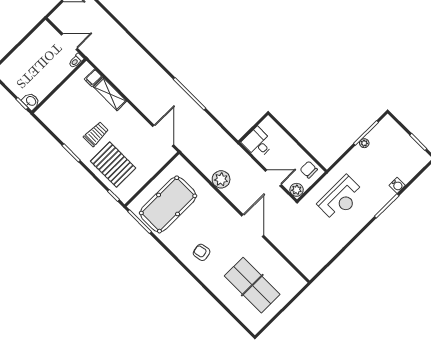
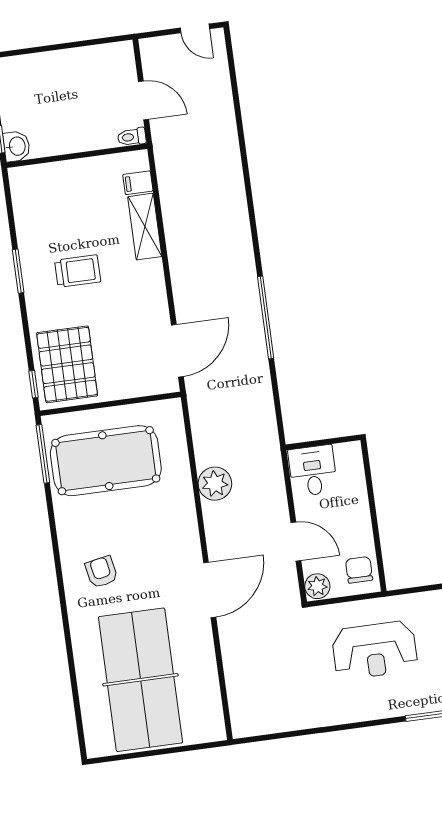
pallet: (113, 165) -> (67, 364), moved
table tennis table: (252, 285) -> (141, 680), width x1.36, depth x1.32

